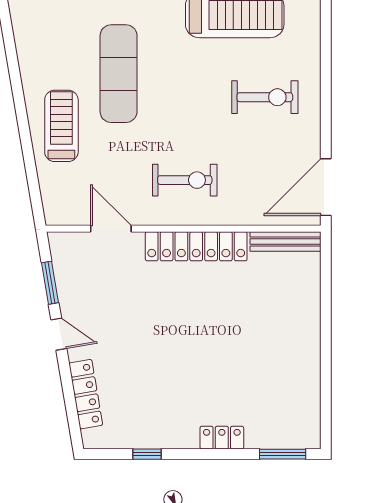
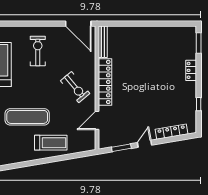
treadmill: (61, 126) -> (51, 143), turned 180
exercise bike: (185, 180) -> (75, 87), turned 140

